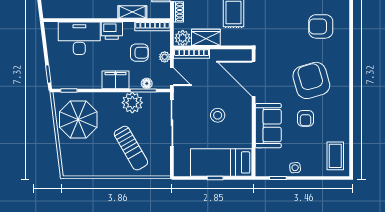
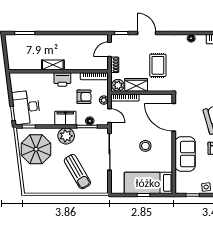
shelving: (132, 12) -> (53, 65), moved
desk: (79, 38) -> (26, 107), moved, turned -97
plant: (132, 103) -> (66, 136), moved

